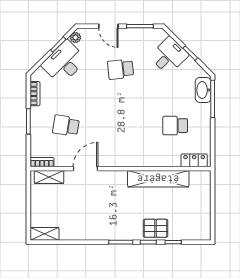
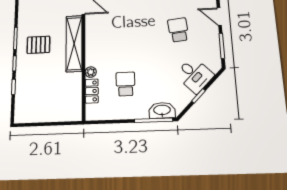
door: (108, 26) -> (219, 17), hinge flipped
locker: (194, 160) -> (92, 91), moved
plant: (161, 161) -> (91, 72), added
shelving: (158, 179) -> (74, 43), moved
pallet: (155, 228) -> (38, 45), moved, turned 90

